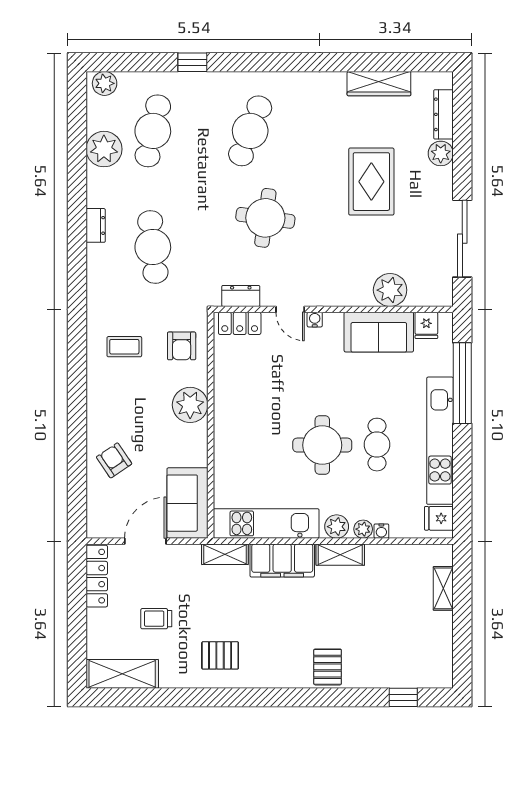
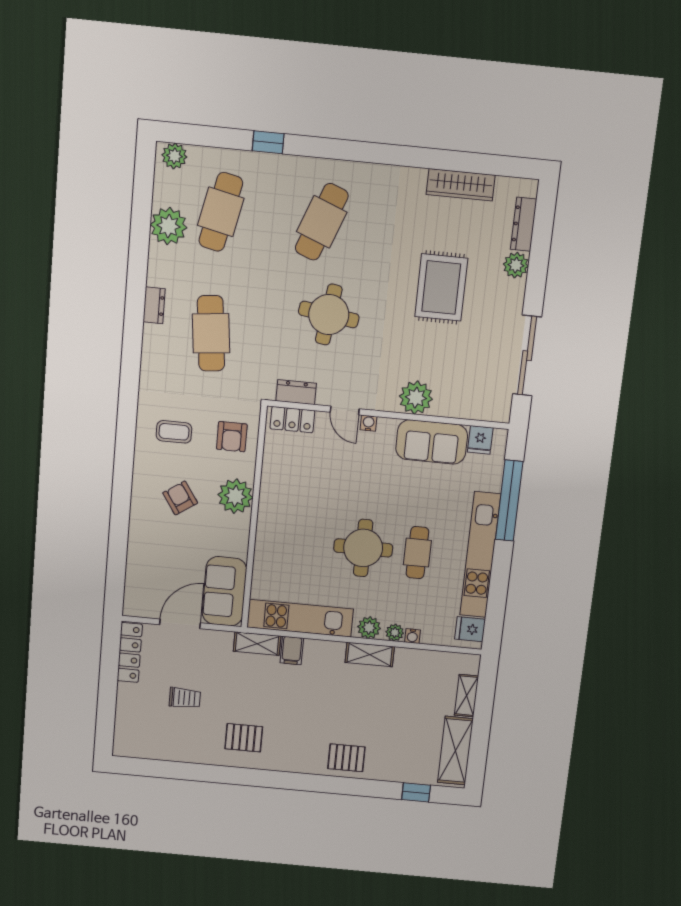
plant: (390, 290) -> (416, 398), moved
armchair: (114, 460) -> (180, 498), moved
filing cabinet: (282, 560) -> (292, 651), width x0.33, depth x0.86
trolley: (156, 619) -> (185, 698), turned 180
pallet: (328, 667) -> (346, 758), turned 90
shelving: (122, 674) -> (455, 751), moved, turned 90

